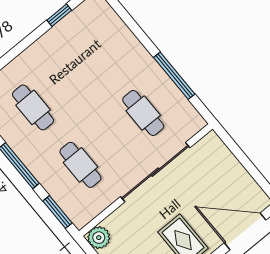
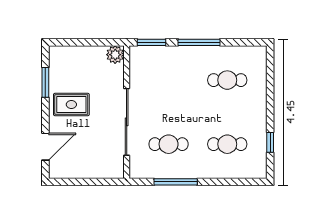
cafe table: (80, 165) -> (227, 144), moved
door: (245, 231) -> (45, 147), width x0.73

